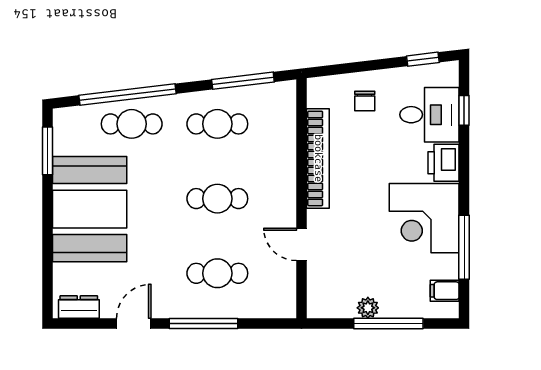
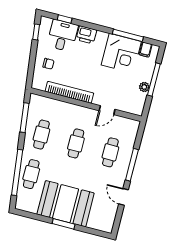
window: (48, 151) -> (64, 224), moved
corner desk: (424, 218) -> (121, 53), moved
dresser: (79, 307) -> (109, 220), removed

